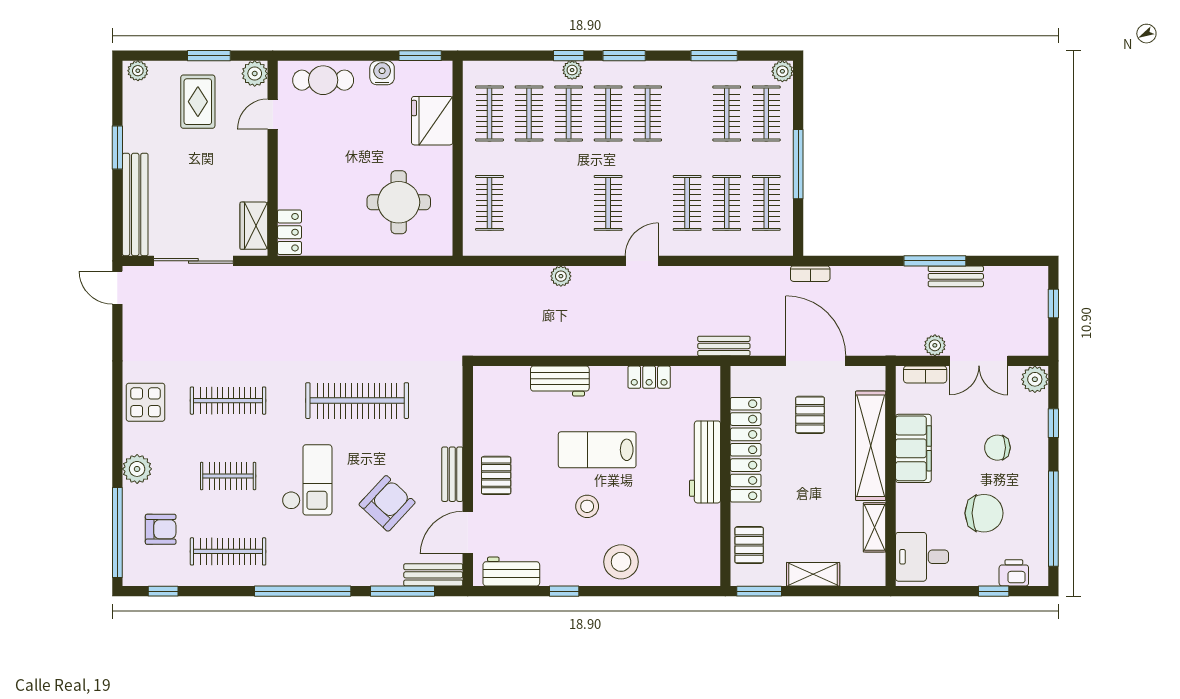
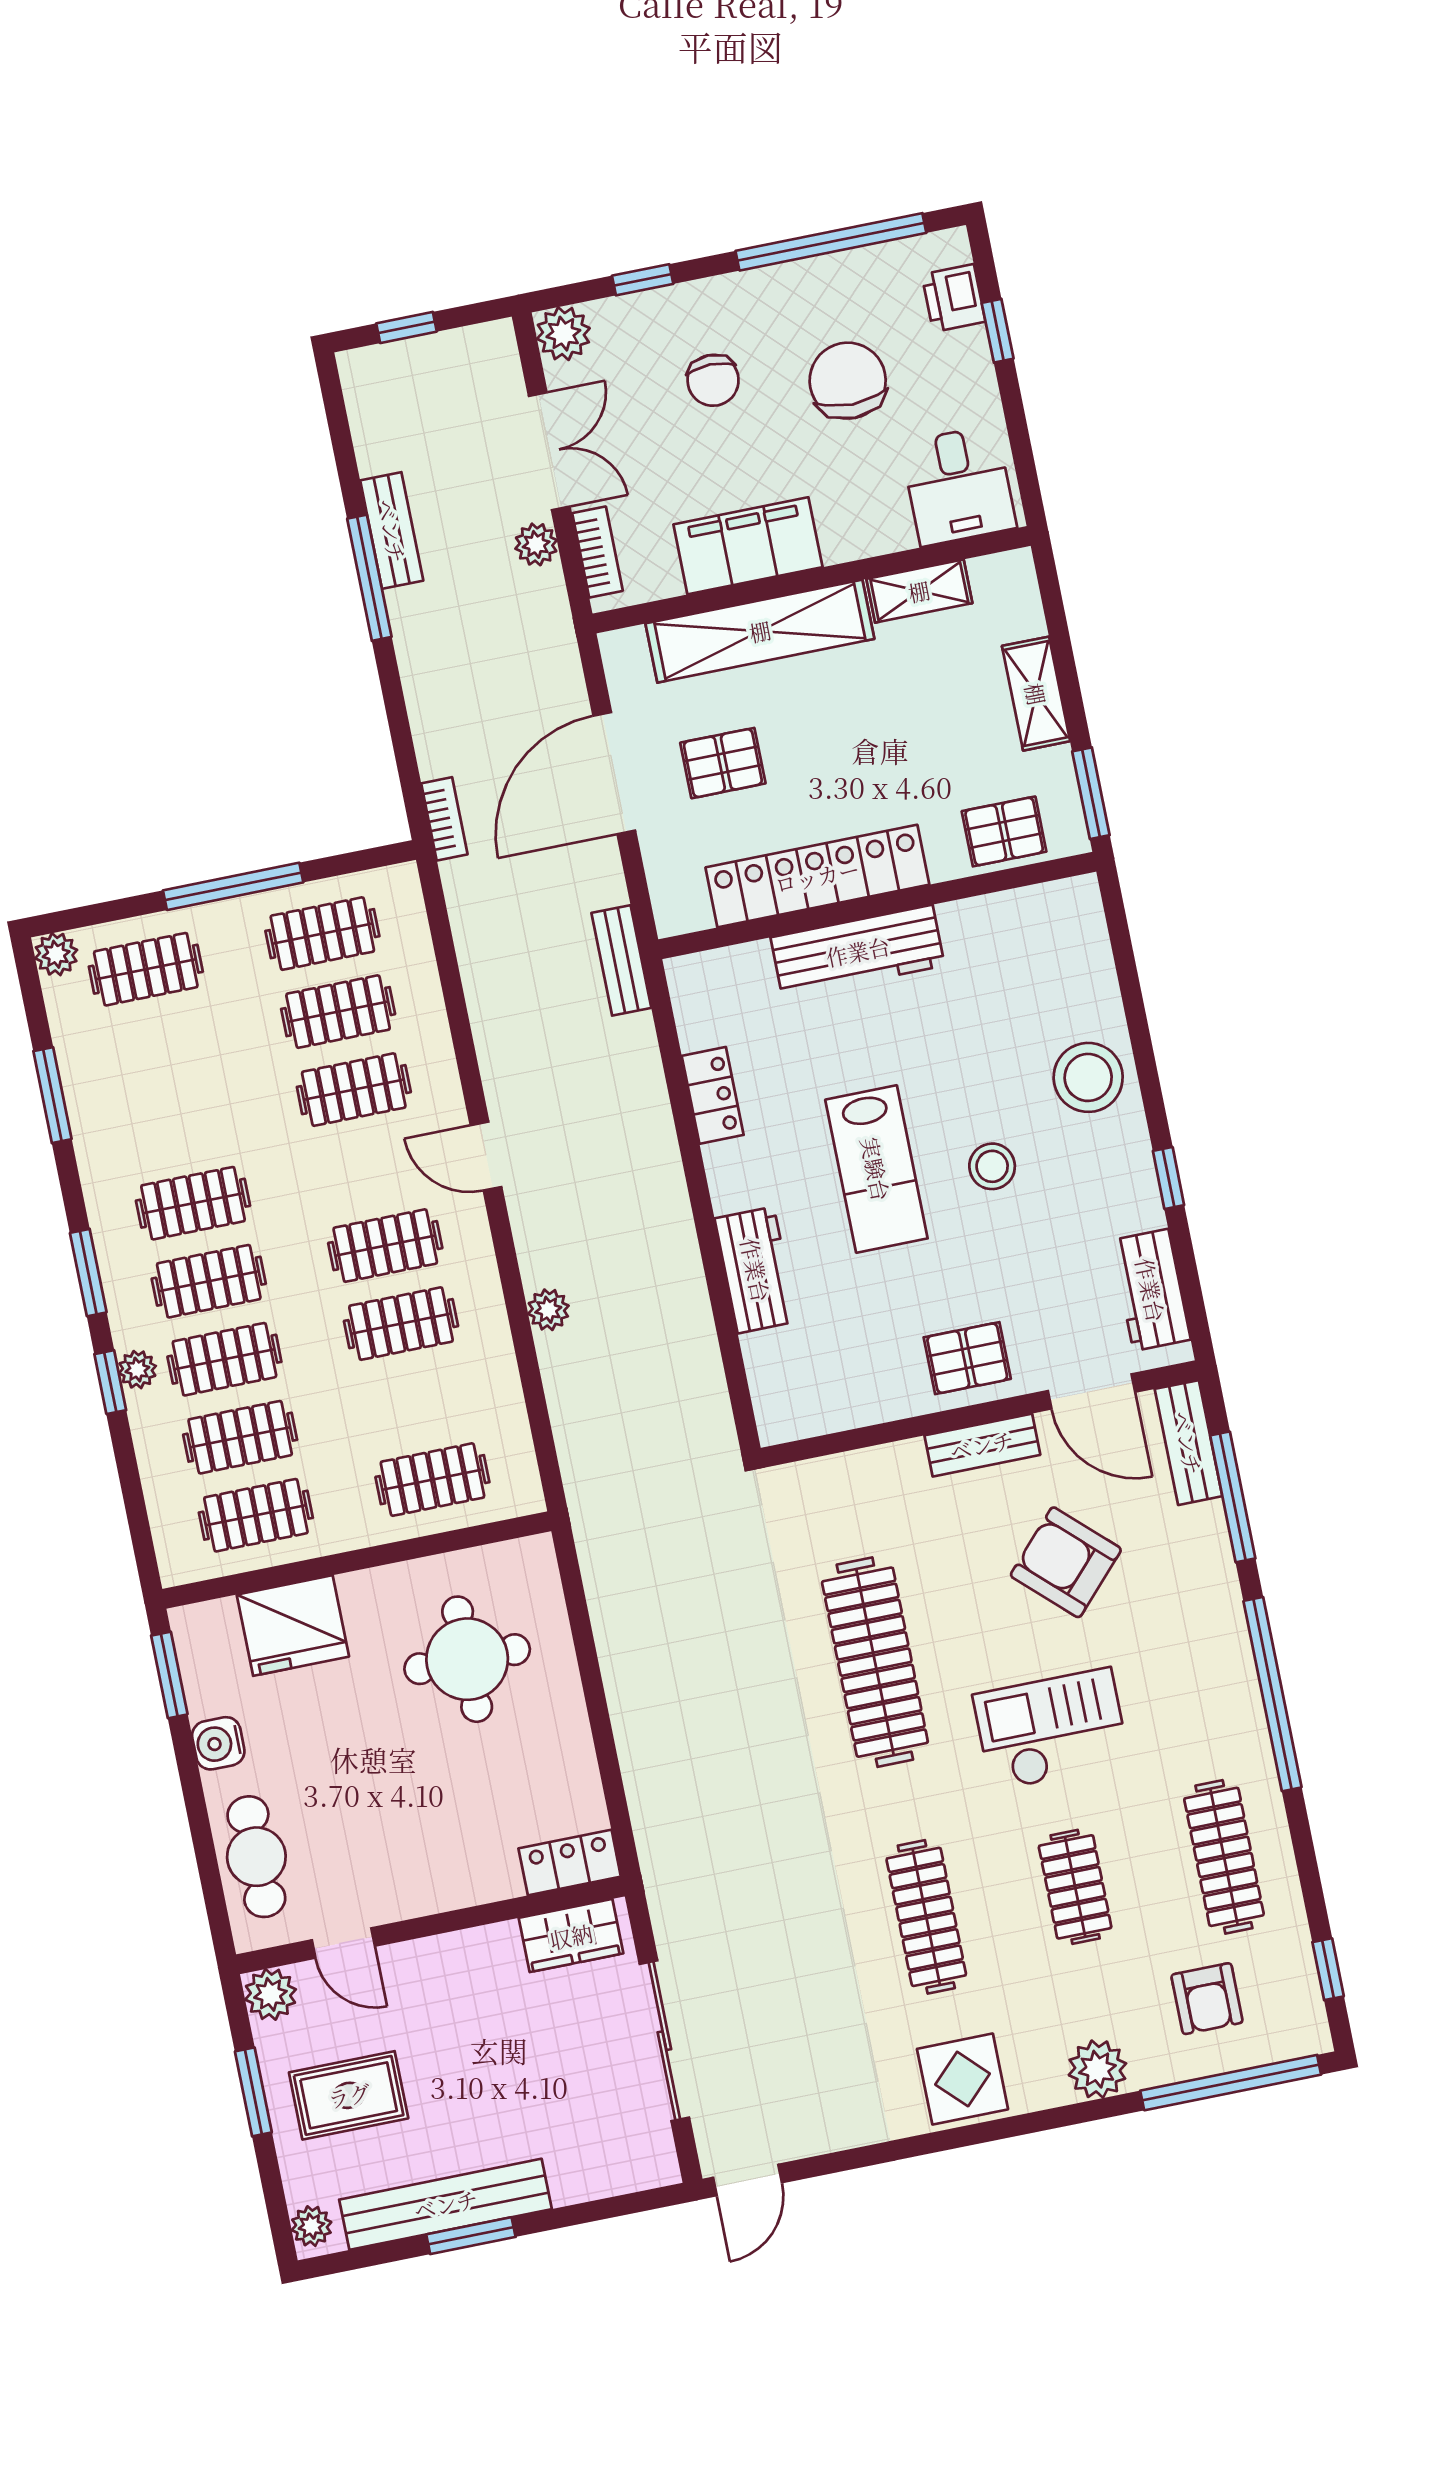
clothes rail: (727, 113) -> (401, 1324), moved
bench: (135, 204) -> (446, 2204), moved
armchair: (161, 529) -> (1207, 1999), turned 180

